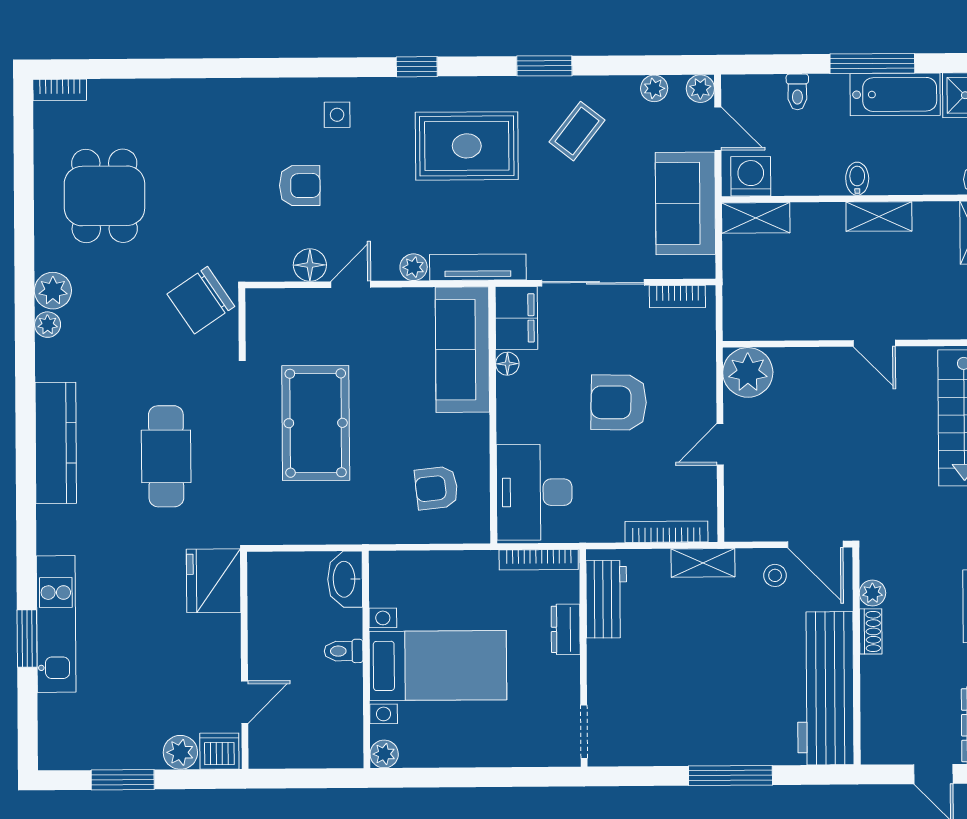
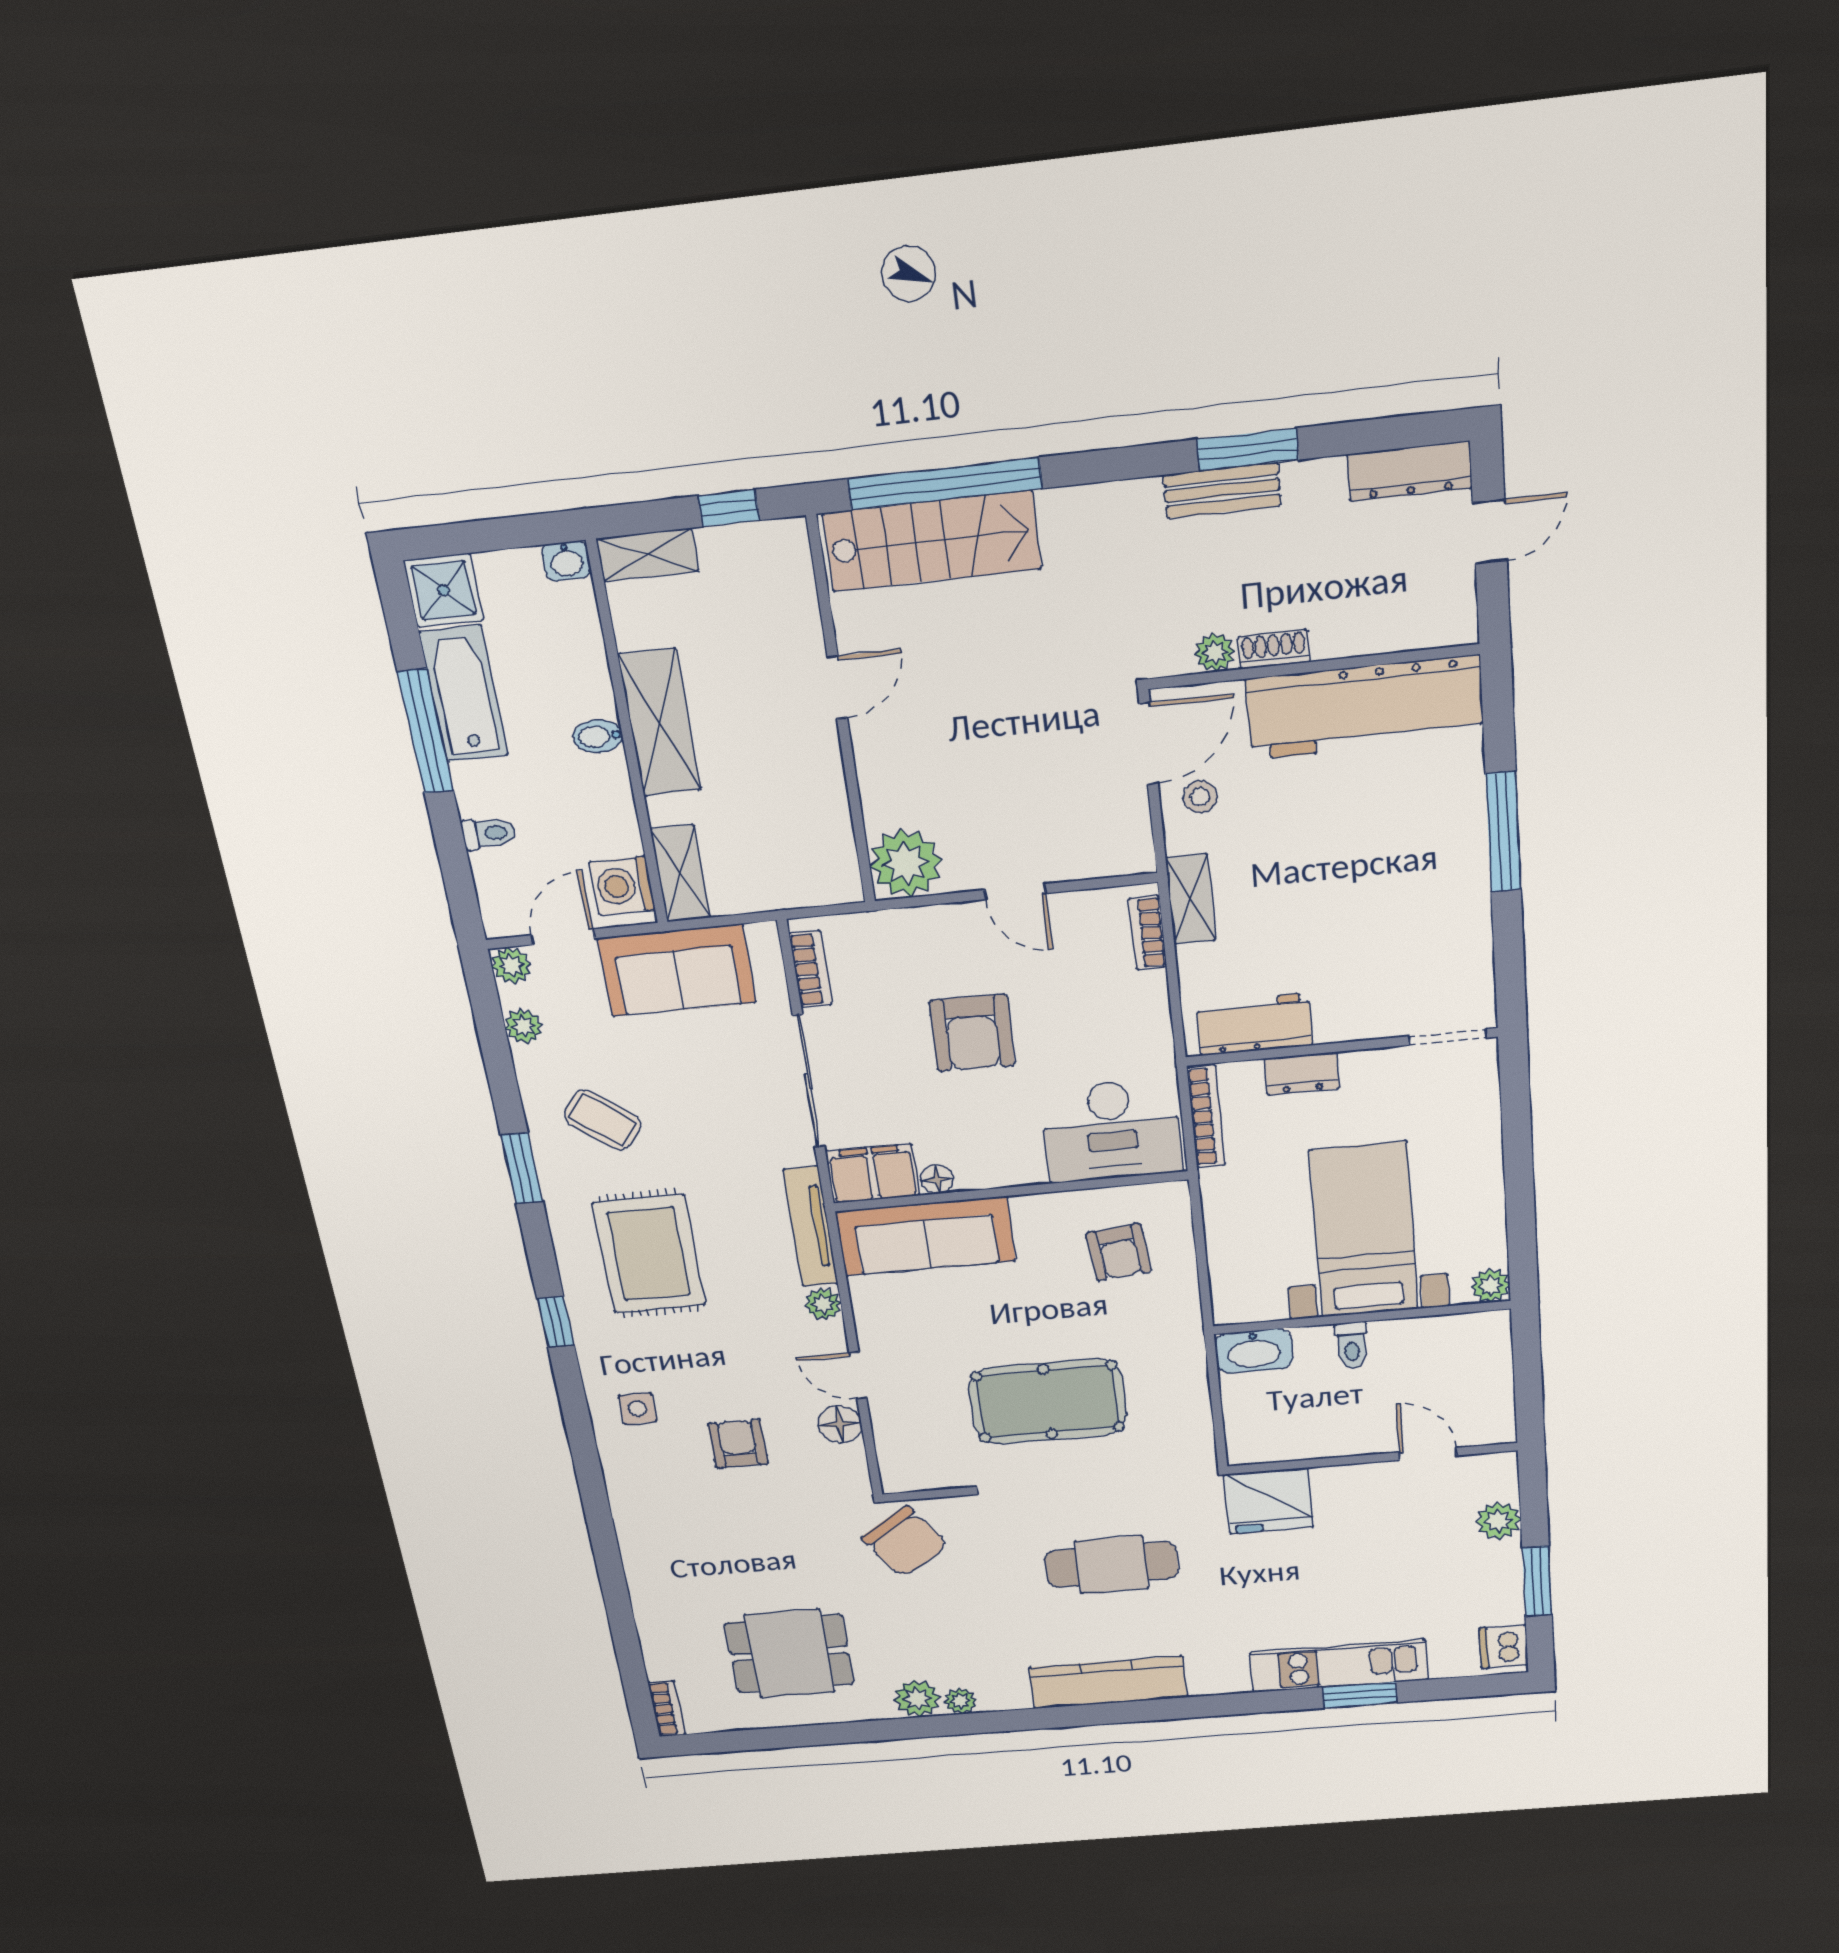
shelving: (879, 216) -> (660, 722), width x1.50, depth x1.33
bookcase: (666, 532) -> (1148, 933), width x0.64
dishwasher: (219, 751) -> (1504, 1647), moved

